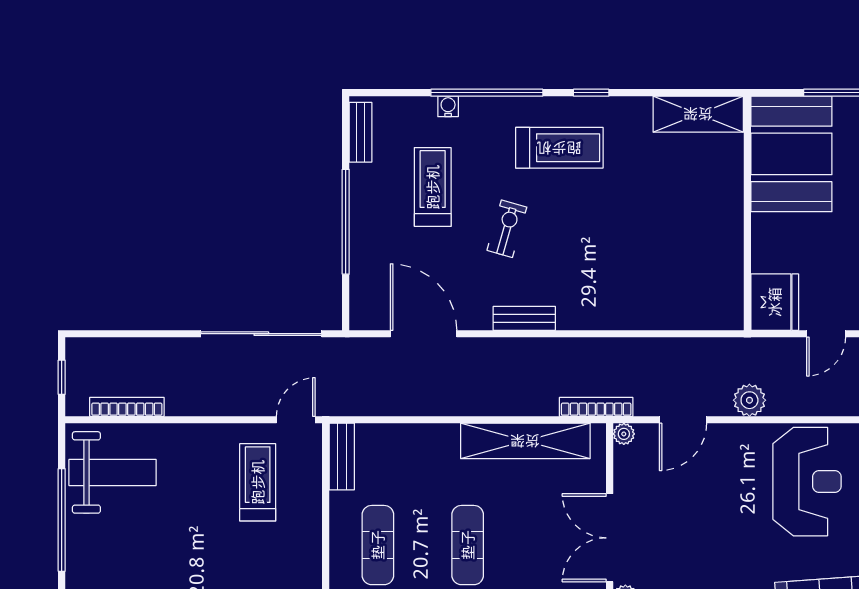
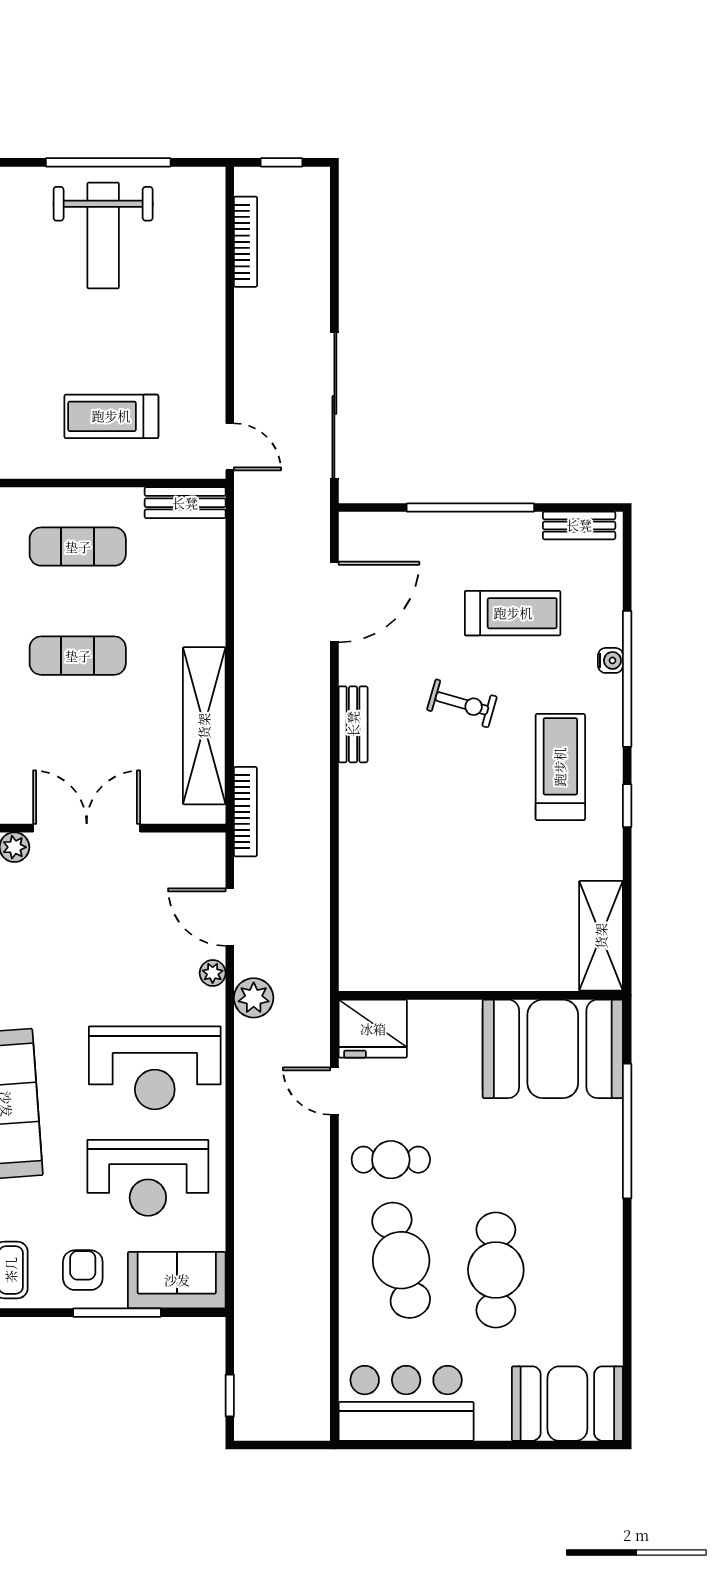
water cooler: (448, 106) -> (610, 660), moved
treadmill: (559, 148) -> (560, 767), turned 180
plant: (624, 434) -> (213, 973), moved
weight bench: (113, 472) -> (103, 236), moved
treadmill: (258, 482) -> (111, 416), moved, turned 180

